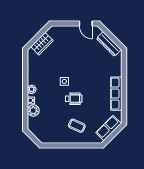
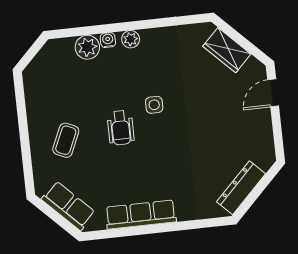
door: (86, 24) -> (273, 93), moved

